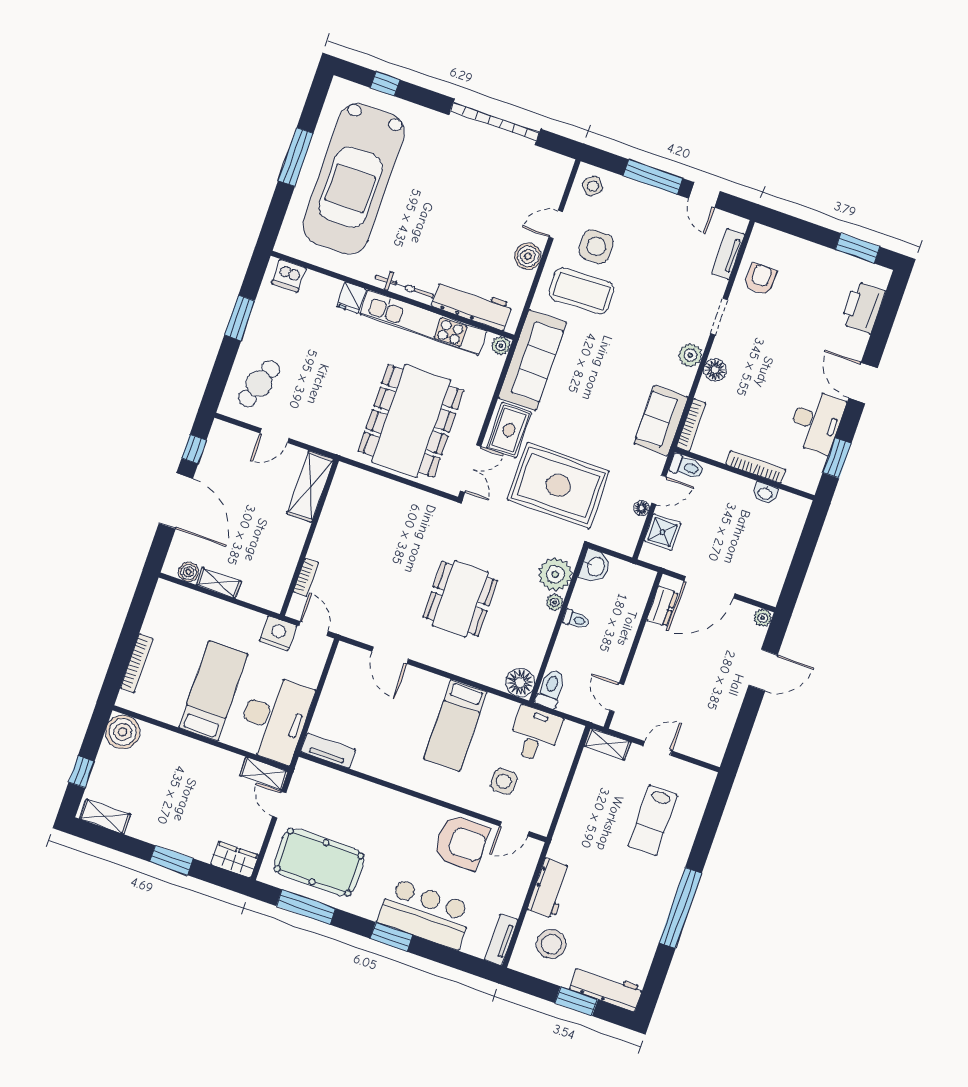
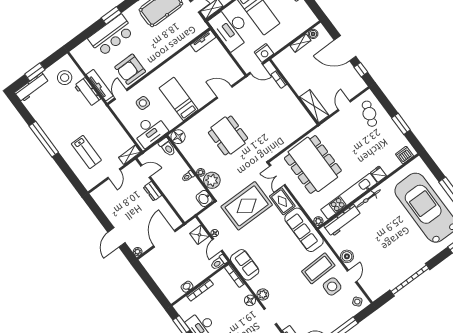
dresser: (662, 606) -> (152, 191), moved
desk: (535, 734) -> (150, 131), width x1.37
lab bench: (653, 821) -> (86, 152), turned 180
tv unit: (501, 940) -> (100, 85), moved, width x1.41

